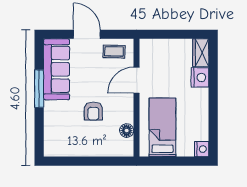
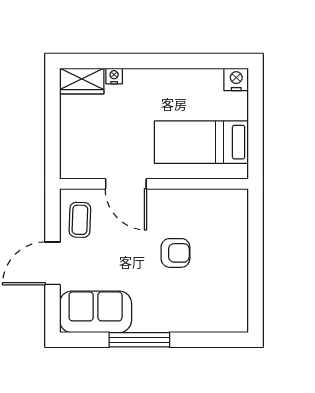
sofa: (57, 69) -> (96, 312), width x0.73
nightstand: (200, 77) -> (114, 76), width x0.53, depth x0.56
floor lamp: (127, 131) -> (207, 200), removed

